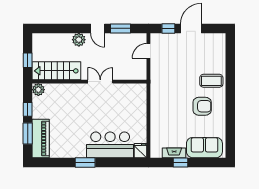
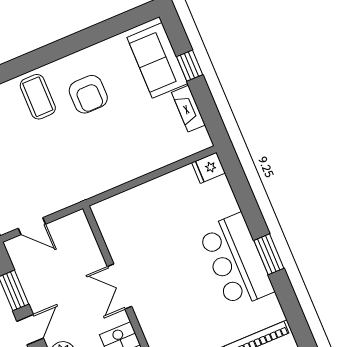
armchair: (202, 106) -> (88, 94), turned 180
bar counter: (110, 145) -> (236, 261), moved
window: (180, 162) -> (190, 66), moved

